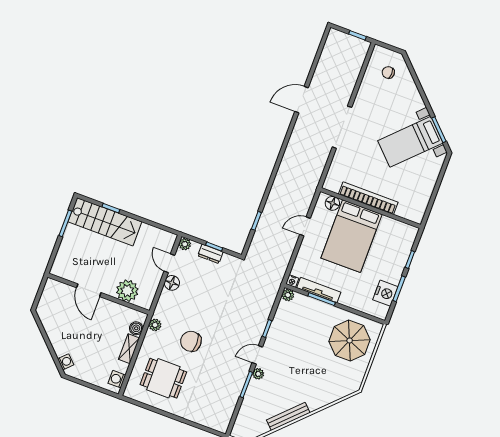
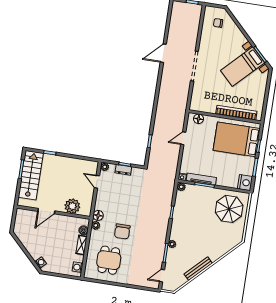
bookcase: (368, 198) -> (236, 113), moved
stairs: (105, 222) -> (31, 175), moved, turned -90
bed: (351, 236) -> (237, 139), moved, turned 90
floor lamp: (172, 283) -> (98, 215), moved
door: (89, 290) -> (46, 211), hinge flipped
nightstand: (385, 293) -> (245, 183), moved
chair: (191, 341) -> (122, 231), turned -90
door: (257, 355) -> (162, 276), moved
dining table: (163, 378) -> (109, 260), turned 90

